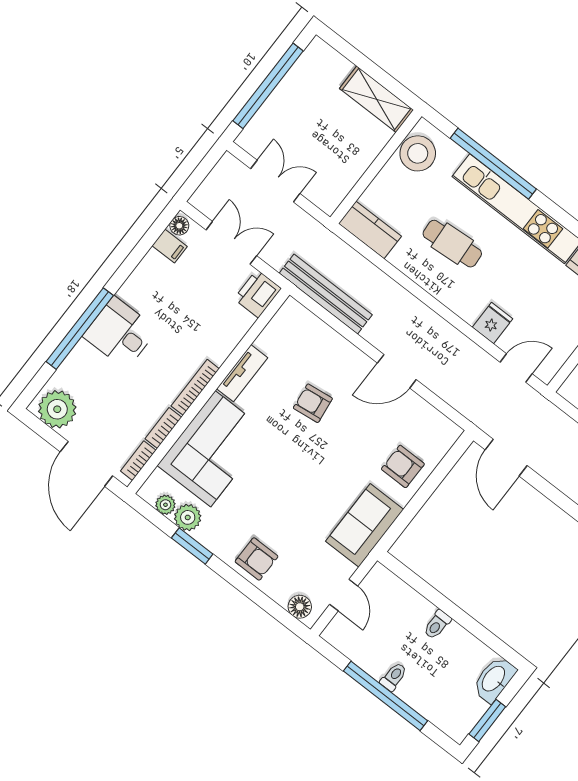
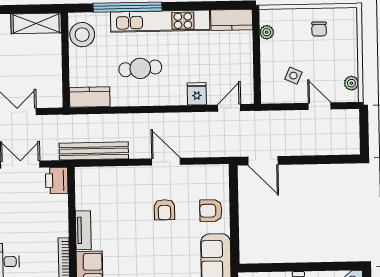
door: (397, 371) -> (166, 162), swing flipped
armchair: (313, 403) -> (164, 210), moved, turned -83

